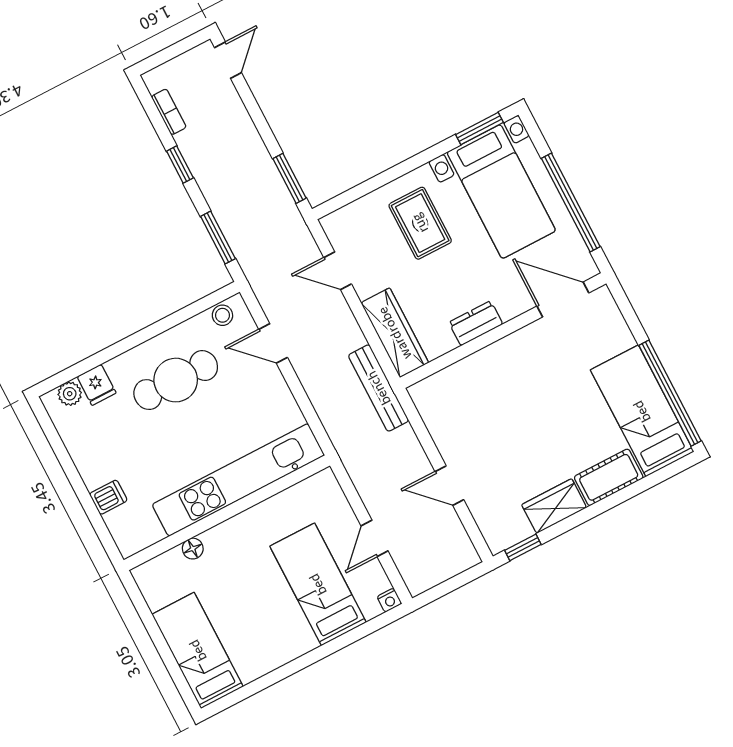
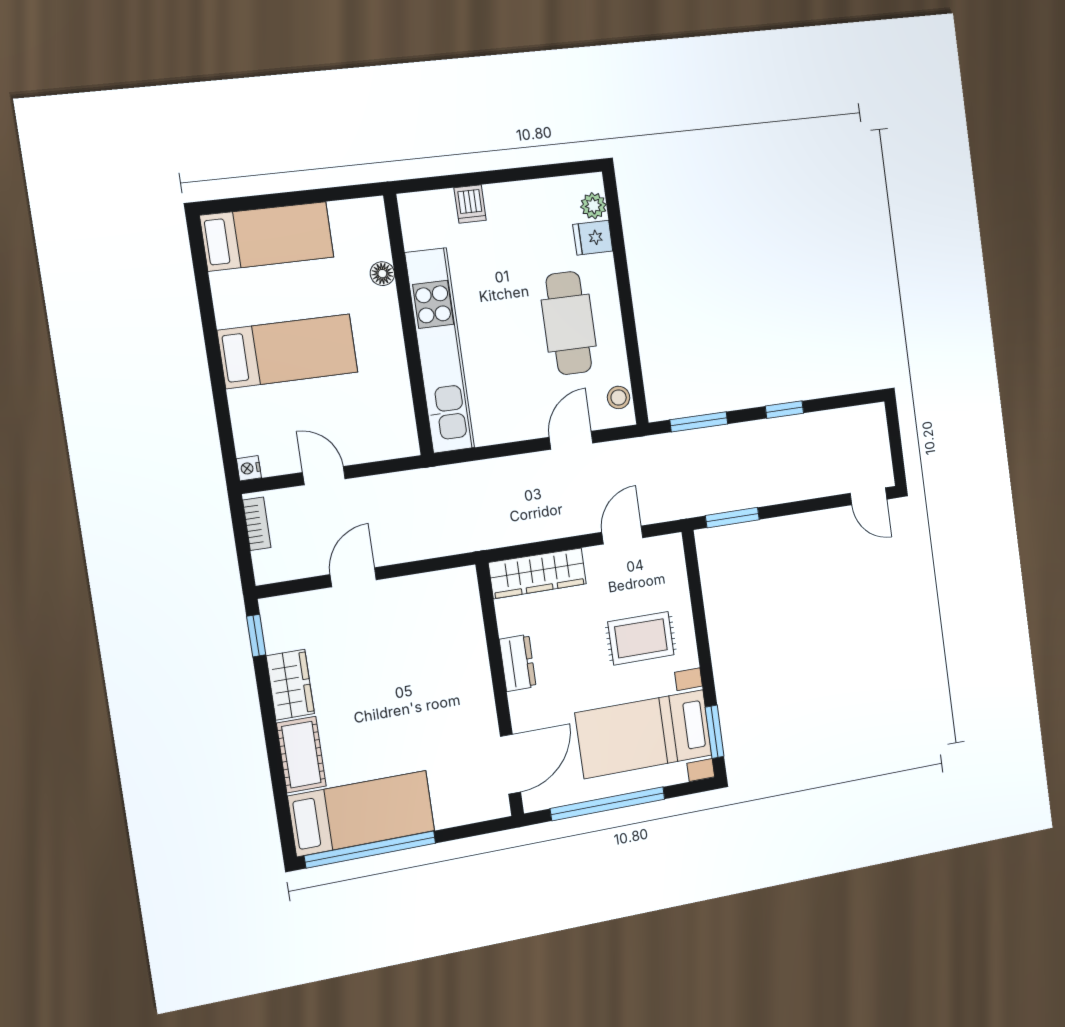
bookcase: (169, 112) -> (257, 524), moved, turned -90
bench: (379, 388) -> (485, 536), removed
bed: (318, 584) -> (288, 351), moved

